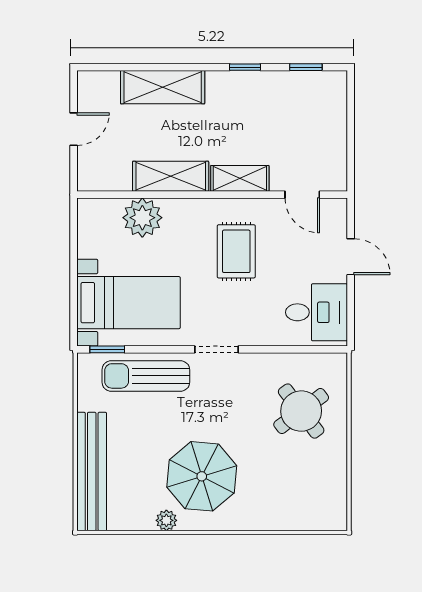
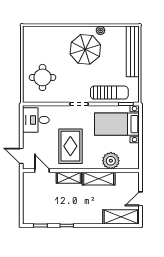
shelving: (163, 87) -> (121, 217), moved
rug: (236, 251) -> (70, 146), width x1.36, depth x1.43
door: (351, 257) -> (21, 156), moved
round table: (301, 411) -> (42, 77), turned 37

